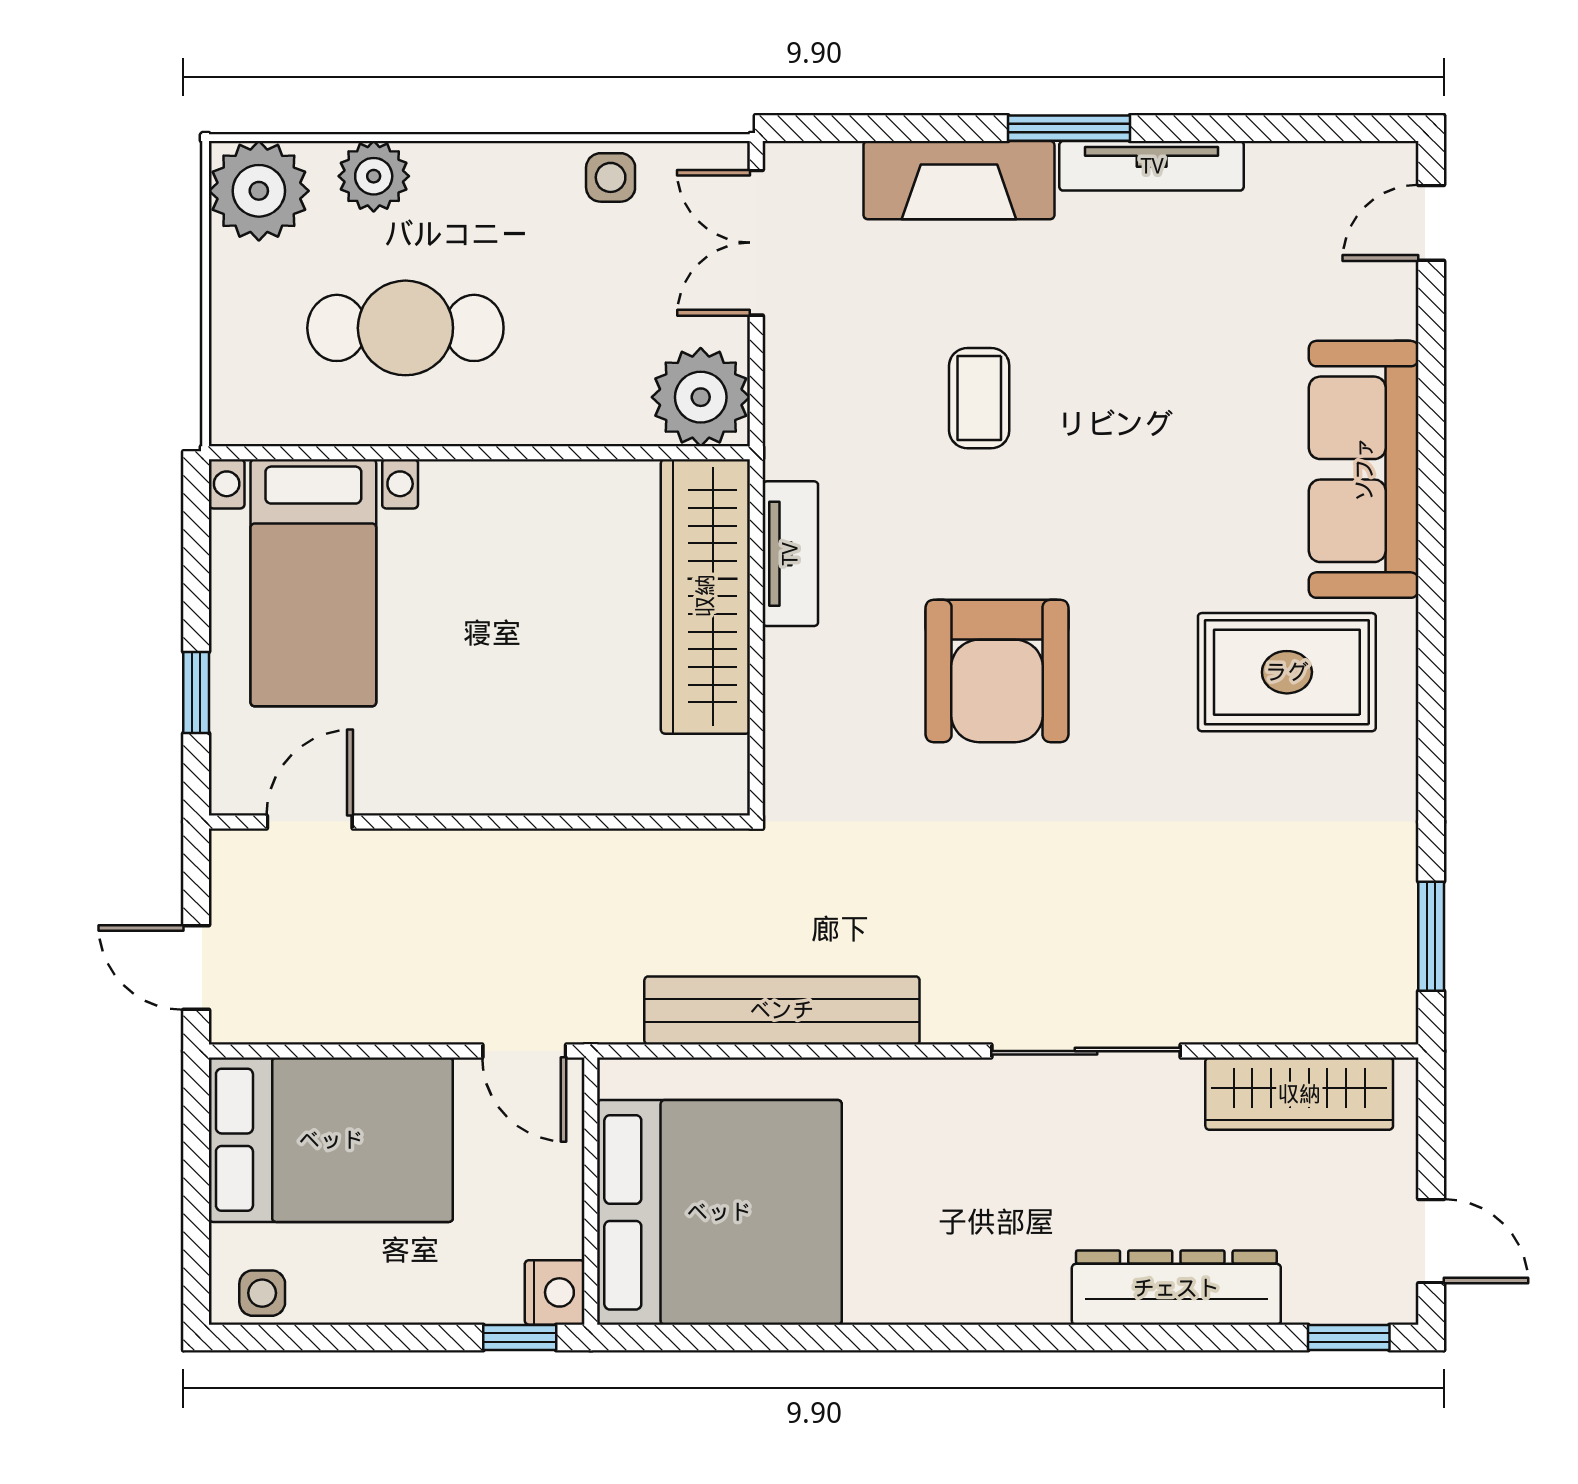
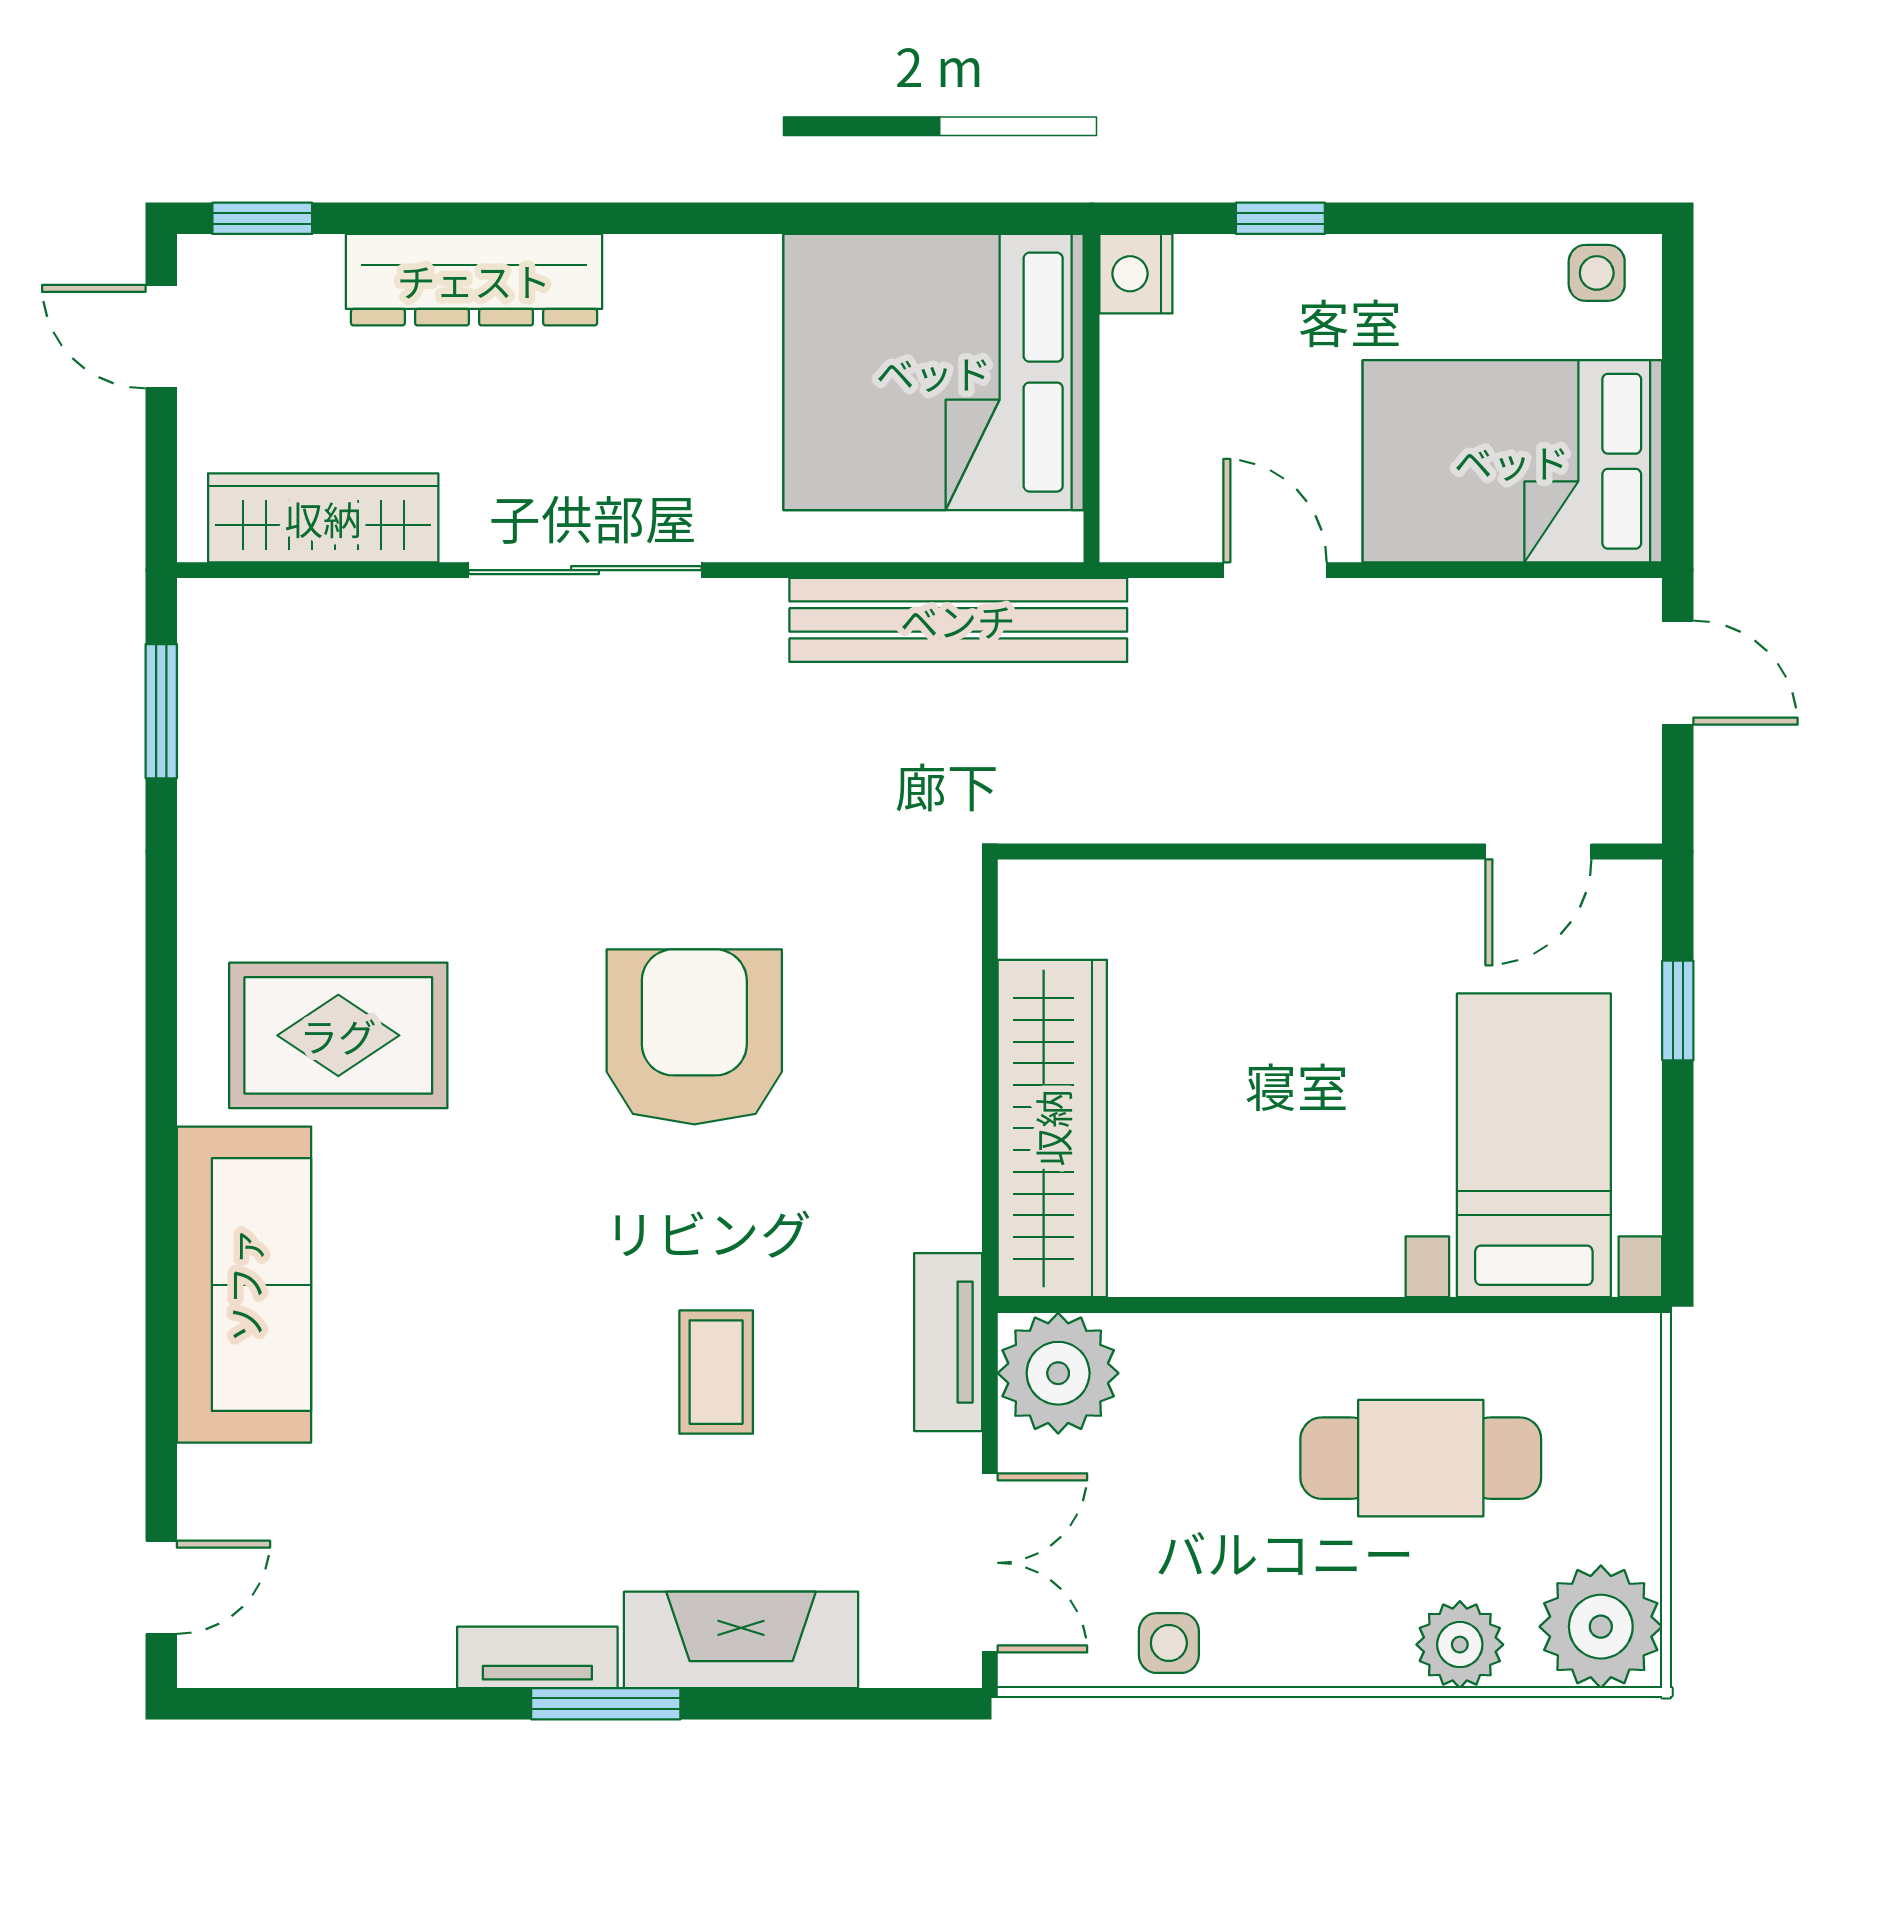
tv unit: (1152, 166) -> (537, 1657), width x0.71
tv unit: (790, 554) -> (948, 1342), moved
wall: (591, 1191) -> (1092, 398), moved
bed: (719, 1212) -> (934, 372), moved
nightstand: (555, 1292) -> (1136, 274), moved

